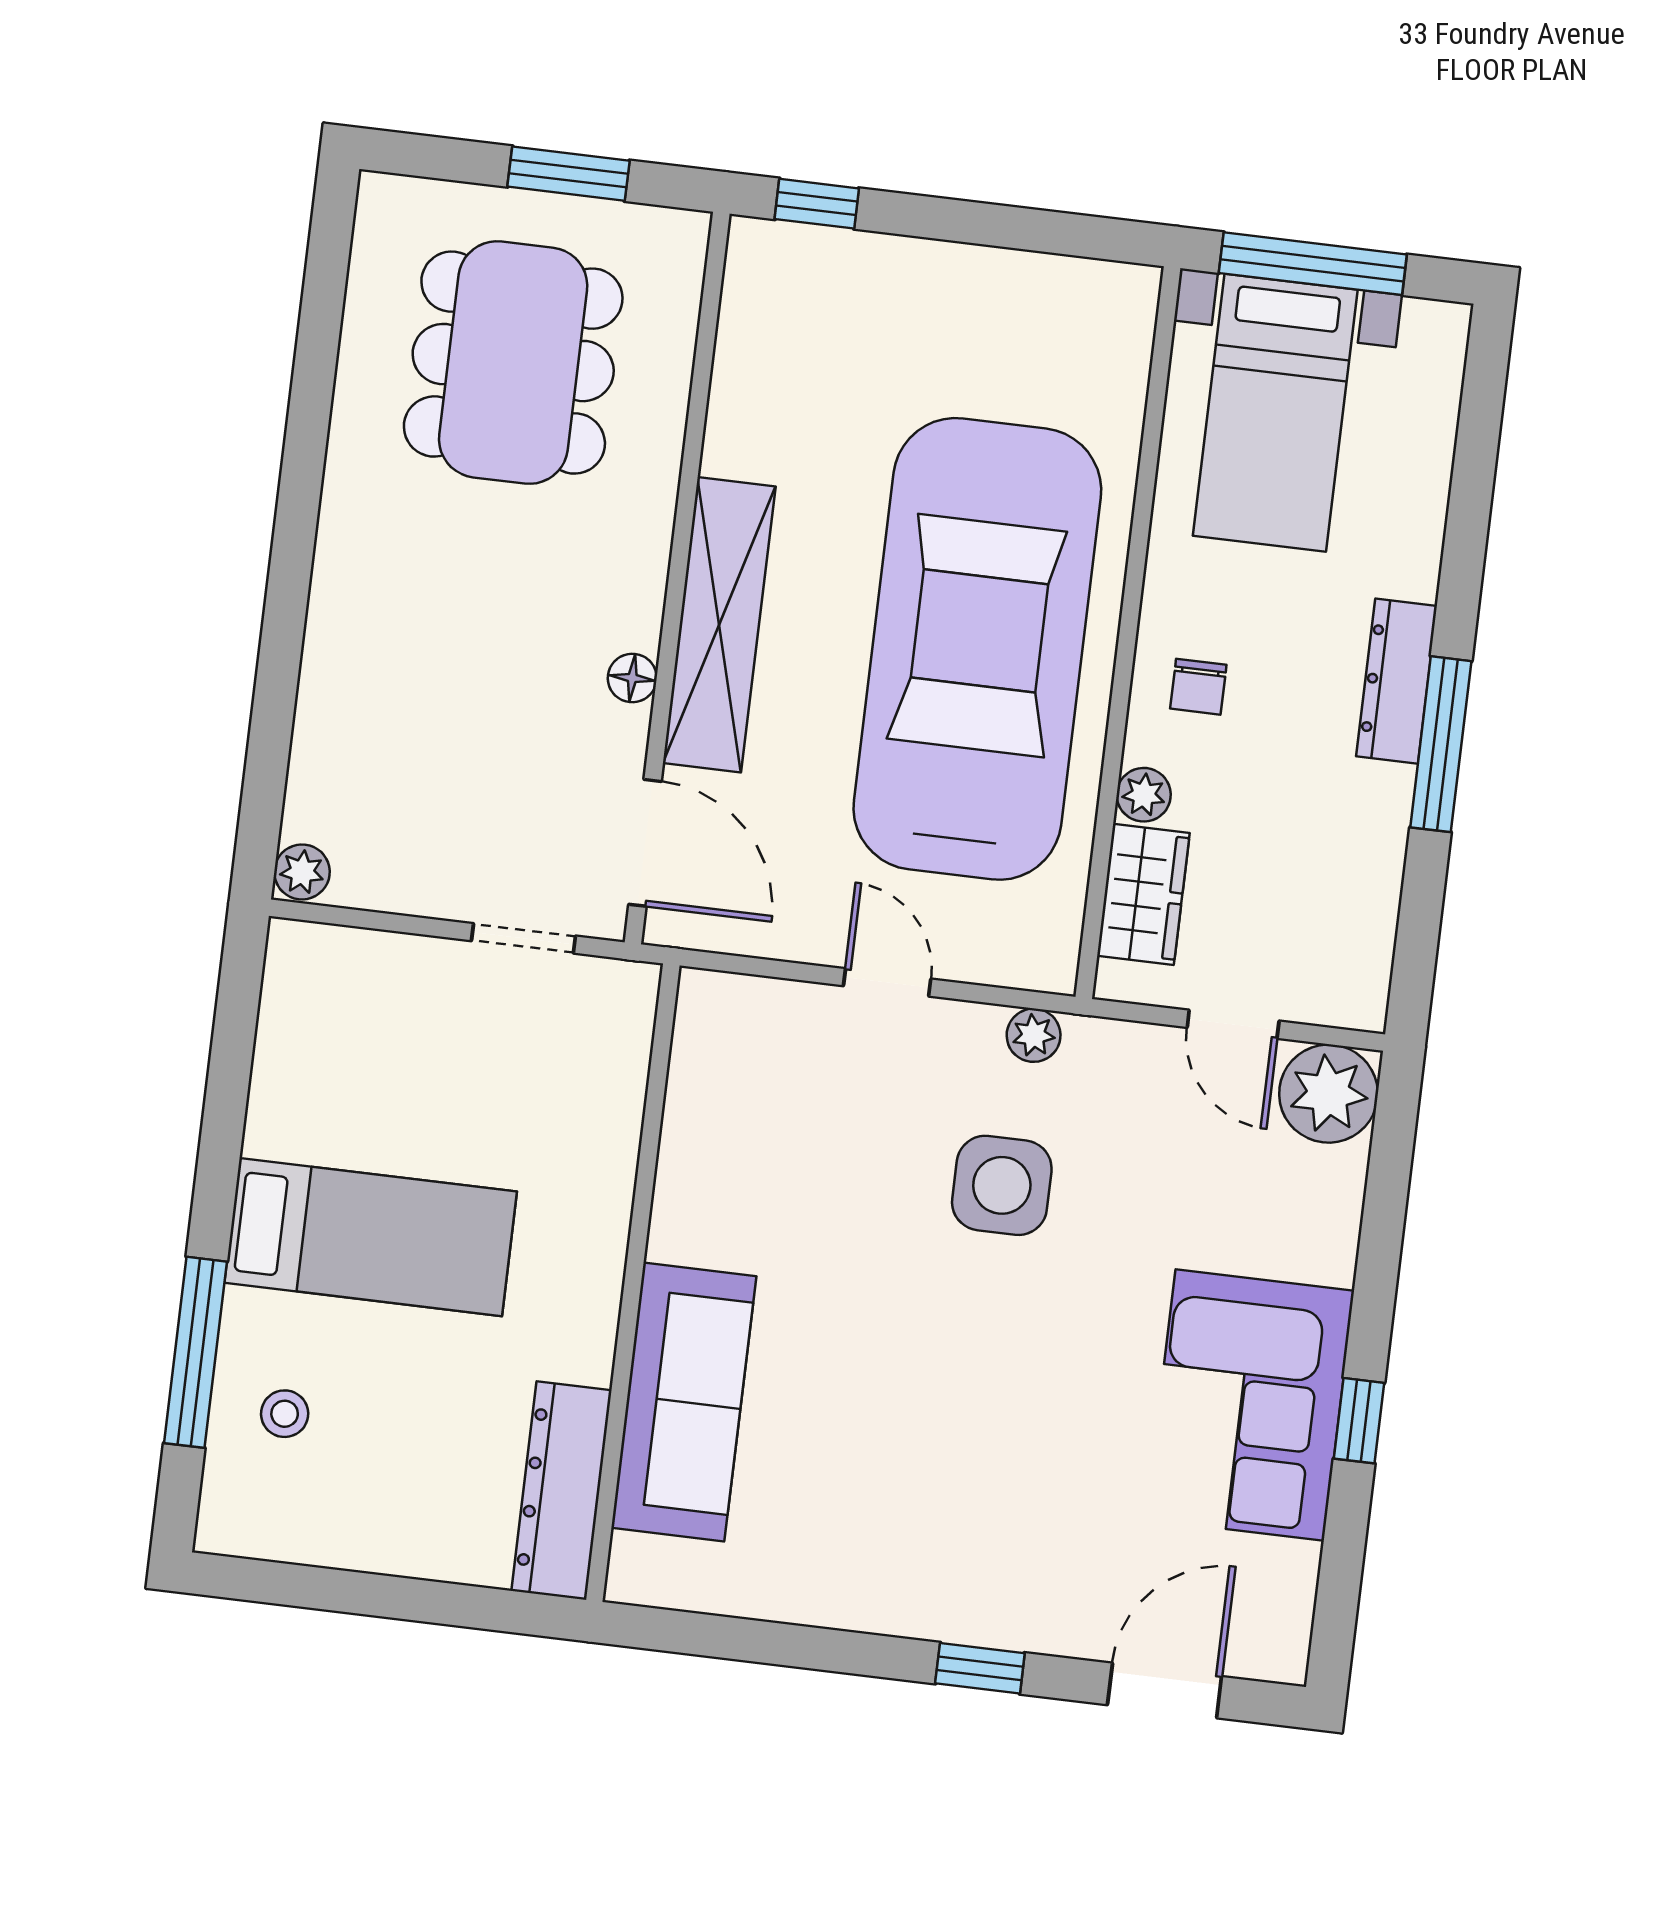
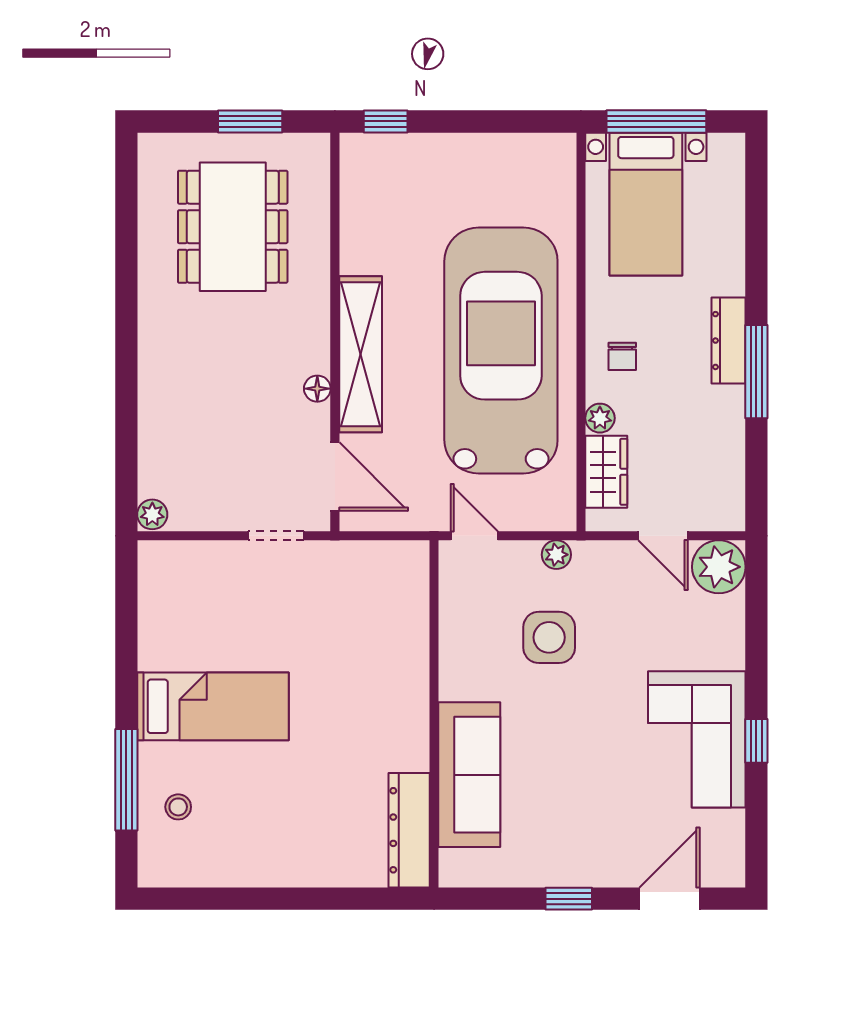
wall: (633, 1283) -> (434, 714), moved
sofa: (684, 1402) -> (469, 775), moved
dresser: (561, 1491) -> (409, 830), moved

